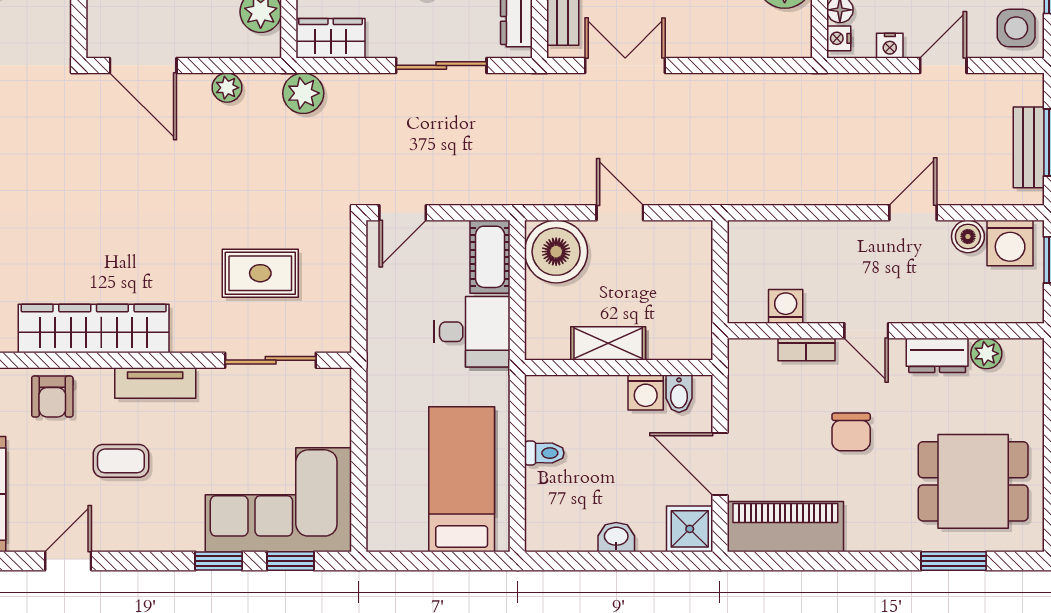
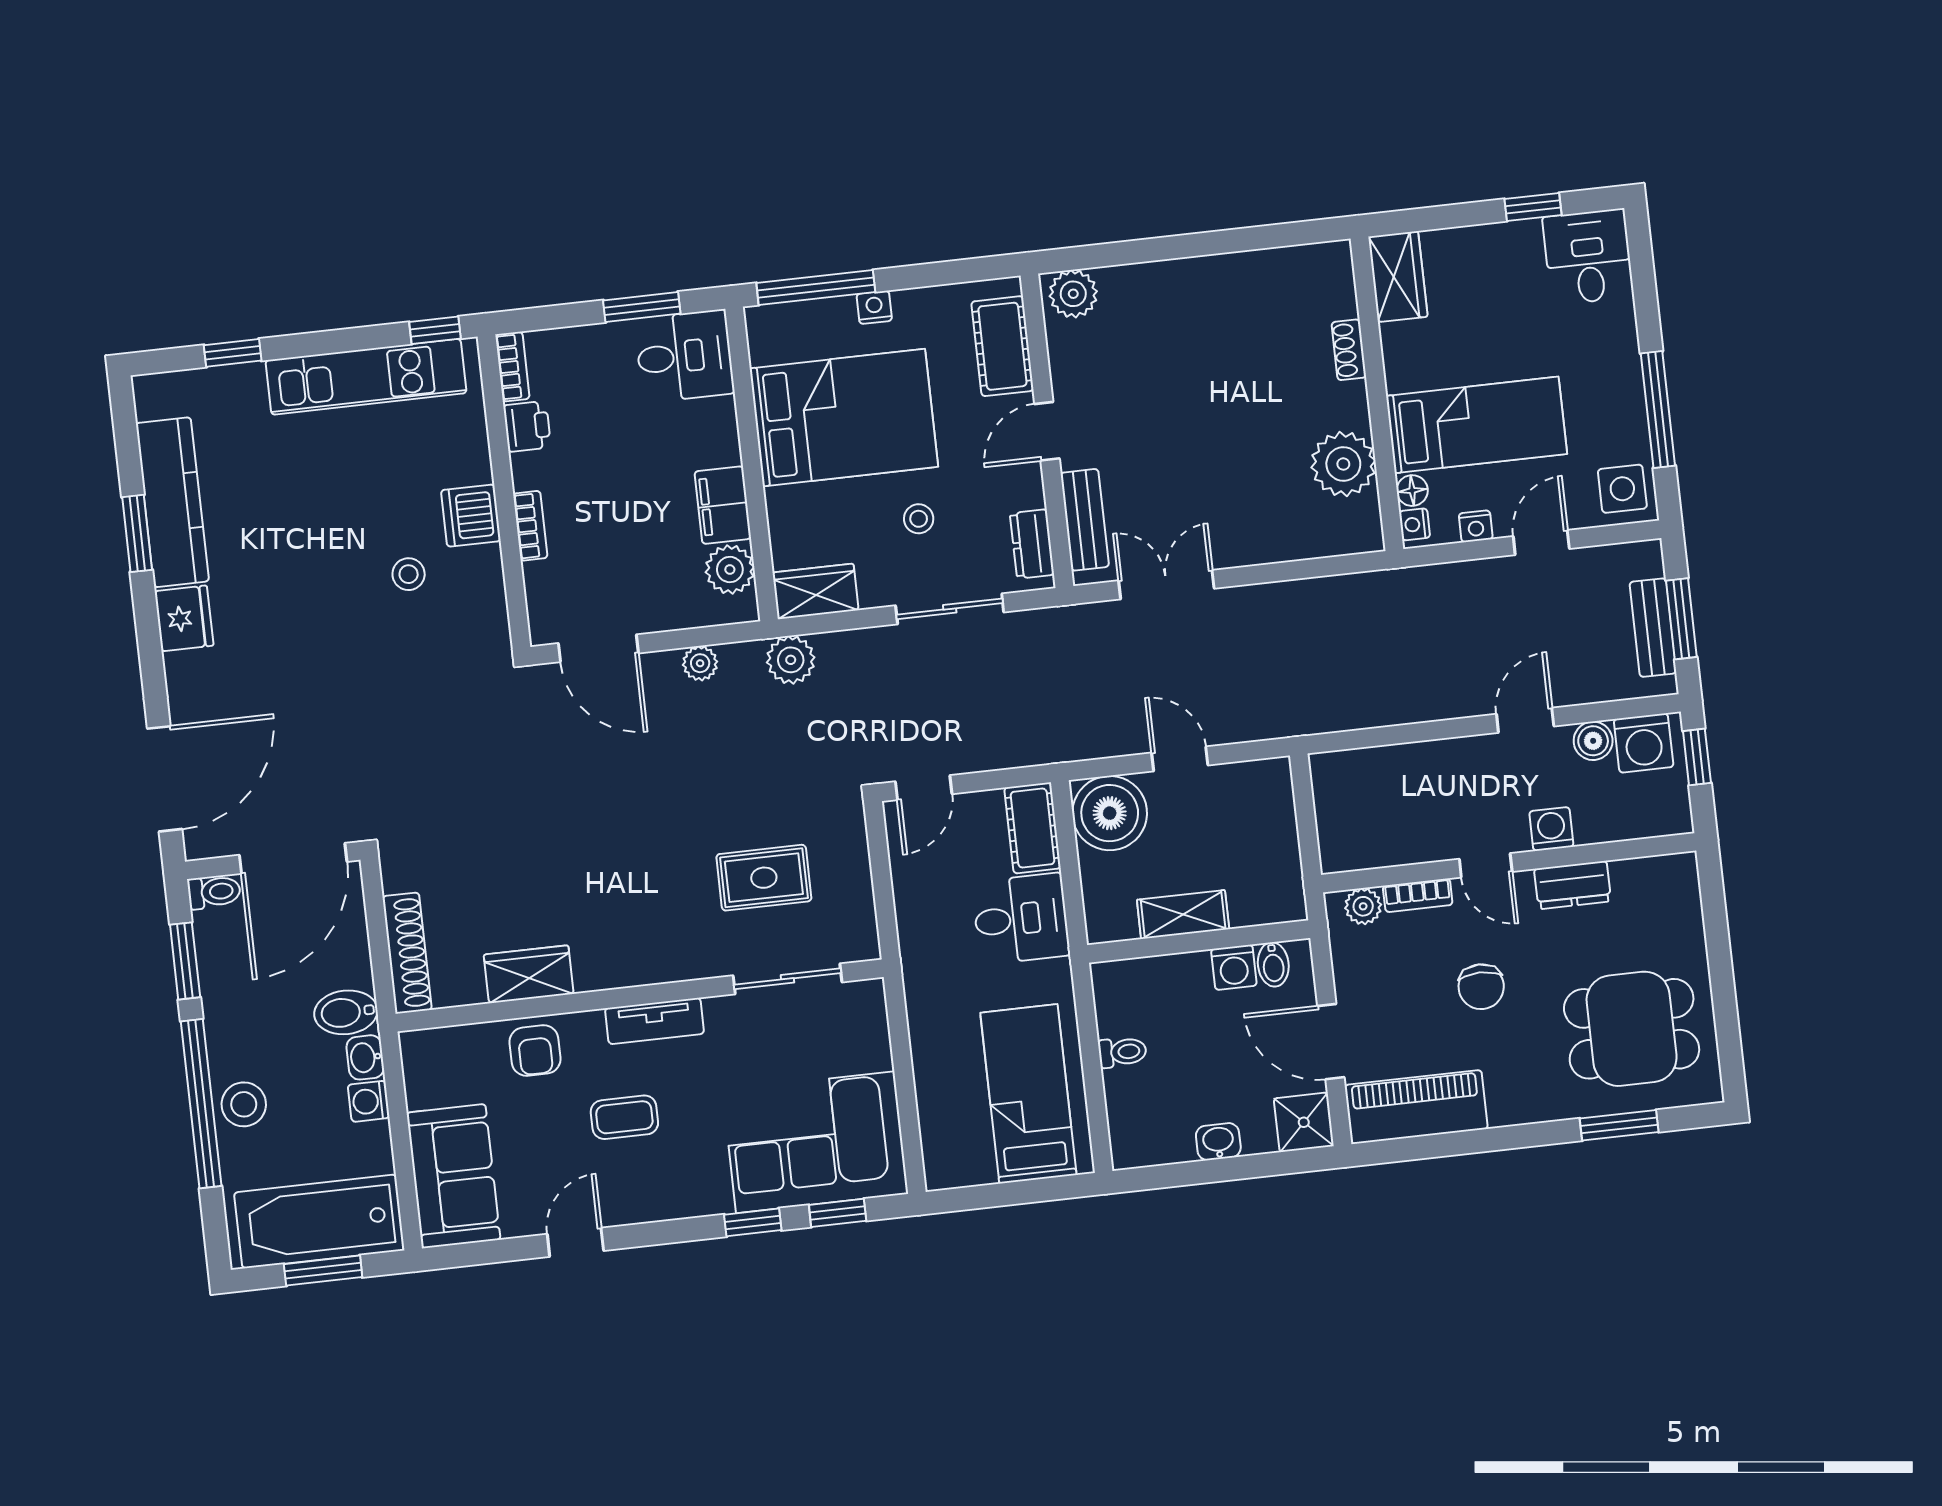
washing machine: (786, 306) -> (1551, 829), moved
wardrobe: (94, 328) -> (529, 974), width x0.48, depth x0.85
plant: (986, 354) -> (1363, 906), moved

